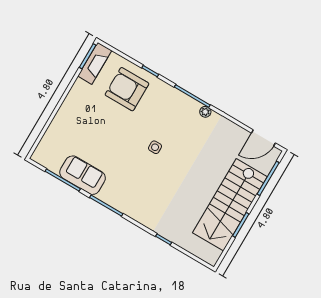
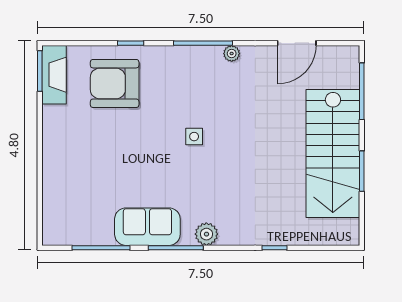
door: (263, 138) -> (297, 43), moved
sofa: (83, 175) -> (147, 227), moved
plant: (129, 208) -> (206, 234), added

